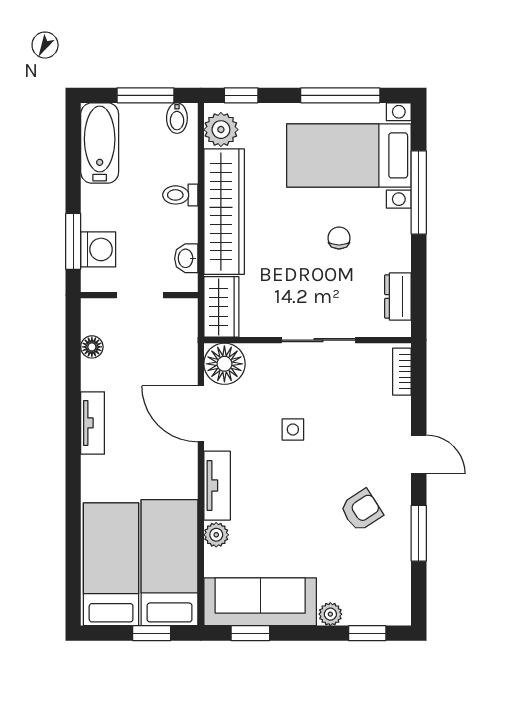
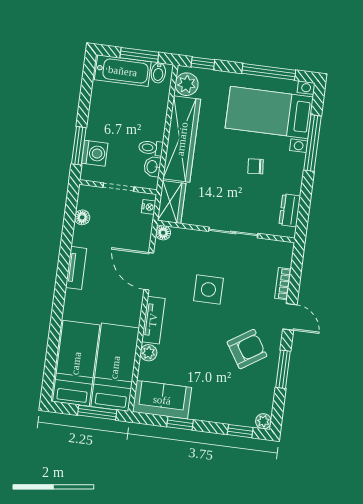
bathtub: (100, 143) -> (123, 71), moved, turned 90
toilet: (180, 195) -> (151, 148), moved
chair: (339, 238) -> (256, 166), turned -95
nightstand: (188, 319) -> (149, 207), added
floor lamp: (224, 364) -> (163, 233), width x0.53, depth x0.53
bookcase: (402, 372) -> (283, 284), moved
side table: (293, 429) -> (208, 289), width x1.87, depth x1.87
armchair: (361, 510) -> (247, 349), width x1.38, depth x1.38
sofa: (260, 602) -> (162, 400), width x0.73
plant: (330, 614) -> (263, 421), moved
window: (152, 633) -> (97, 413), width x1.50
window: (250, 633) -> (180, 423), moved

